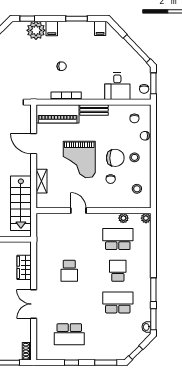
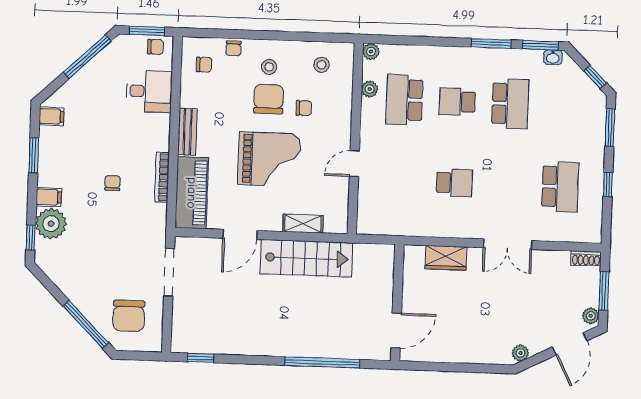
stairs: (21, 203) -> (307, 258), moved
school desk: (118, 302) -> (510, 104), turned 180

